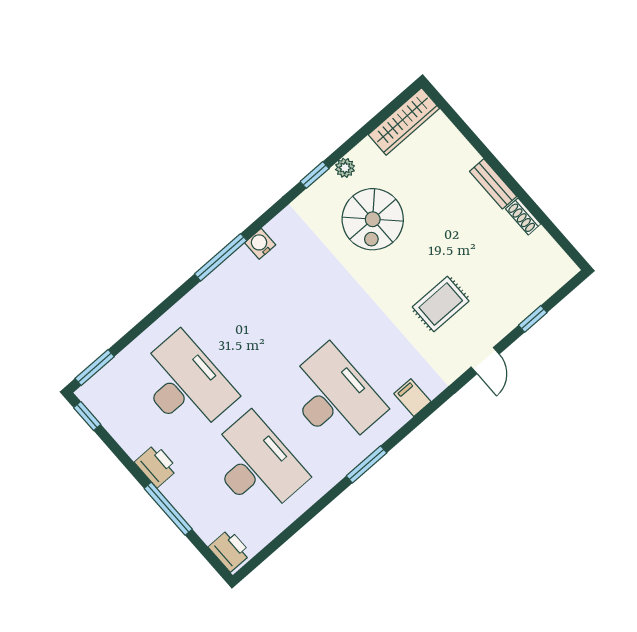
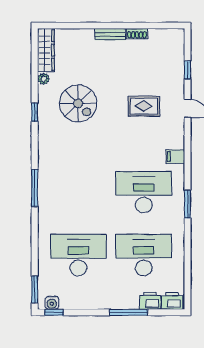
plant: (345, 168) -> (44, 79), moved
water cooler: (260, 244) -> (52, 303), moved, turned -90
rug: (441, 304) -> (144, 106), turned 90
printer: (156, 466) -> (150, 301), moved

